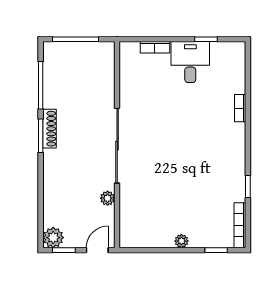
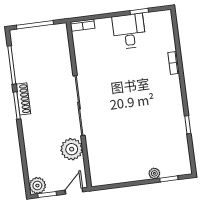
bookcase: (155, 47) -> (82, 25), moved
plant: (108, 198) -> (72, 149), width x1.87, depth x1.87
bookcase: (240, 225) -> (185, 157), removed
plant: (181, 241) -> (154, 173), moved

